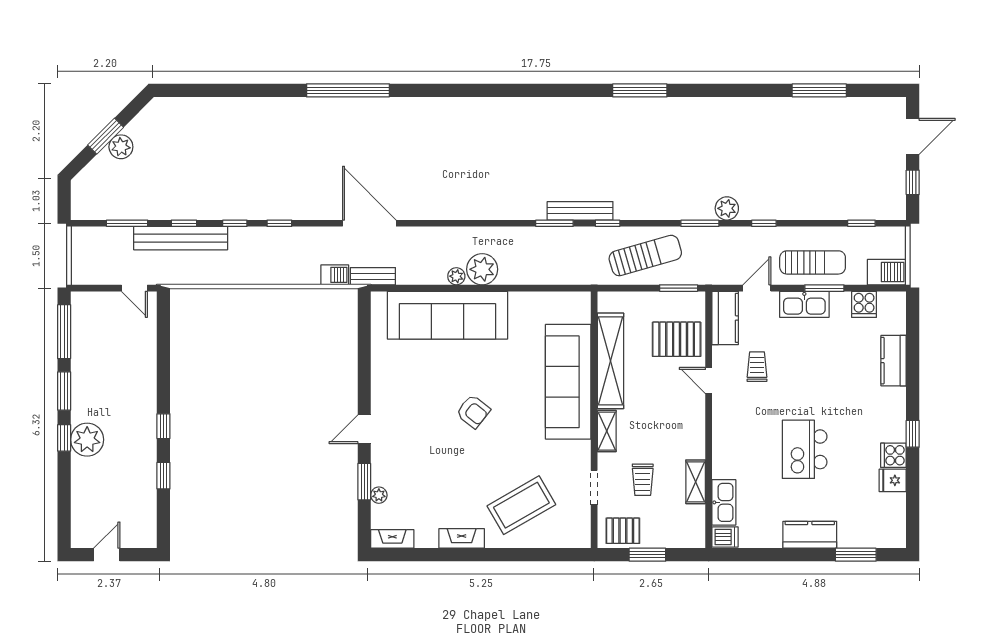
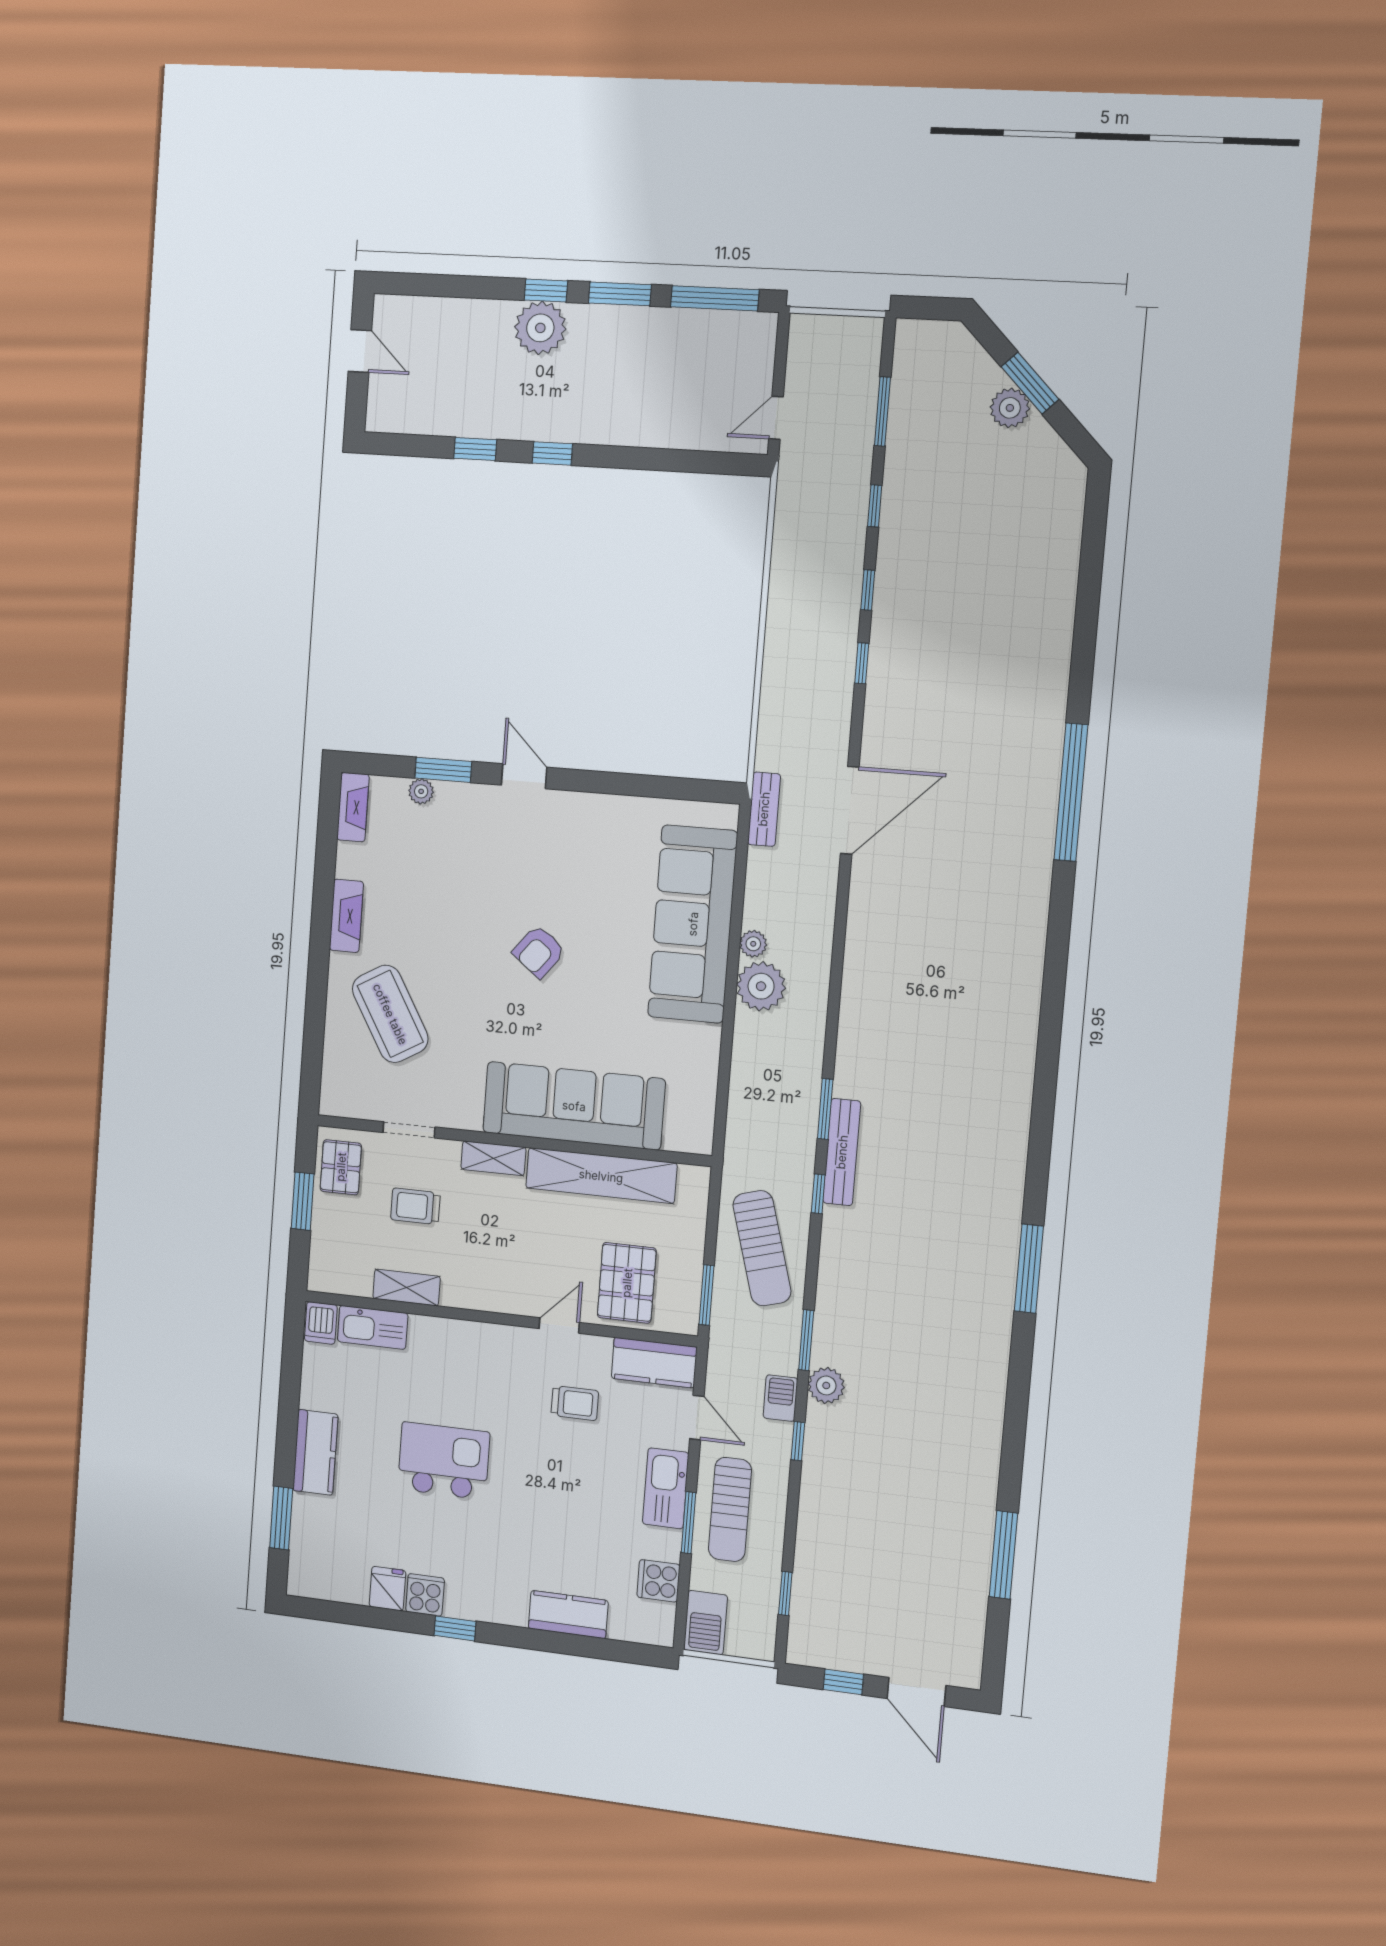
bench: (181, 238) -> (851, 499), removed
barbecue: (335, 275) -> (780, 1398), moved, turned 180

